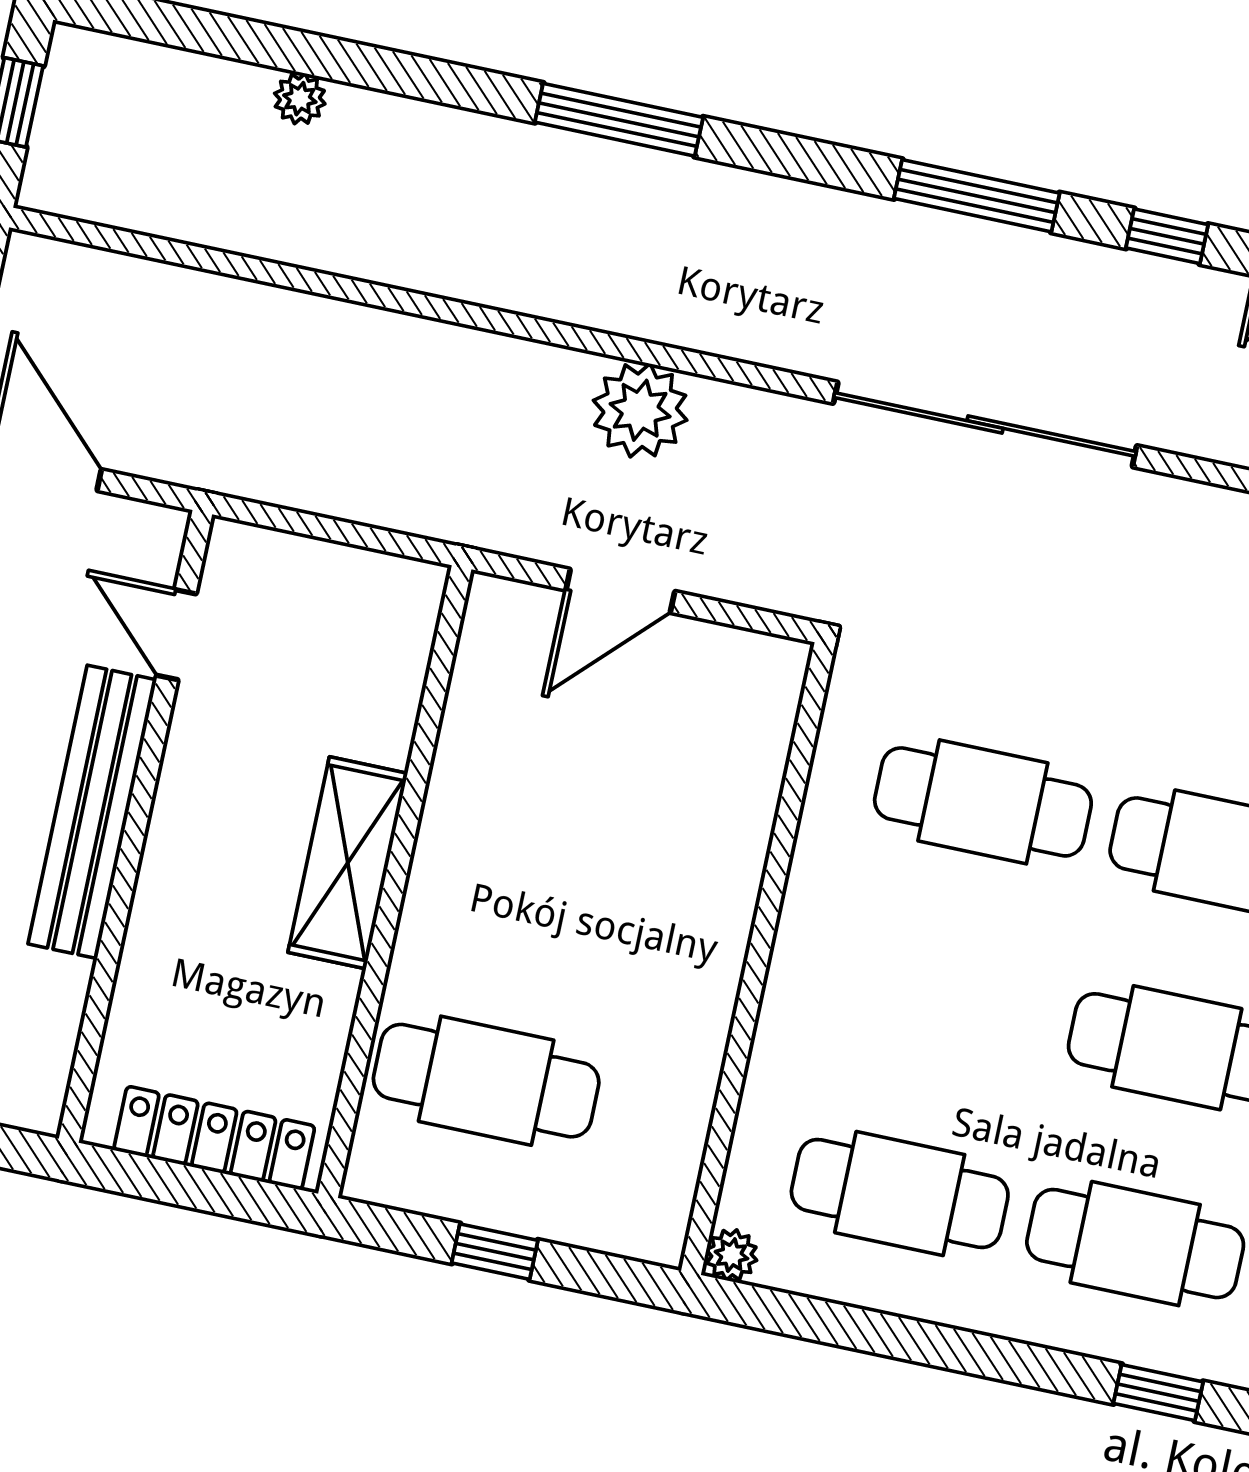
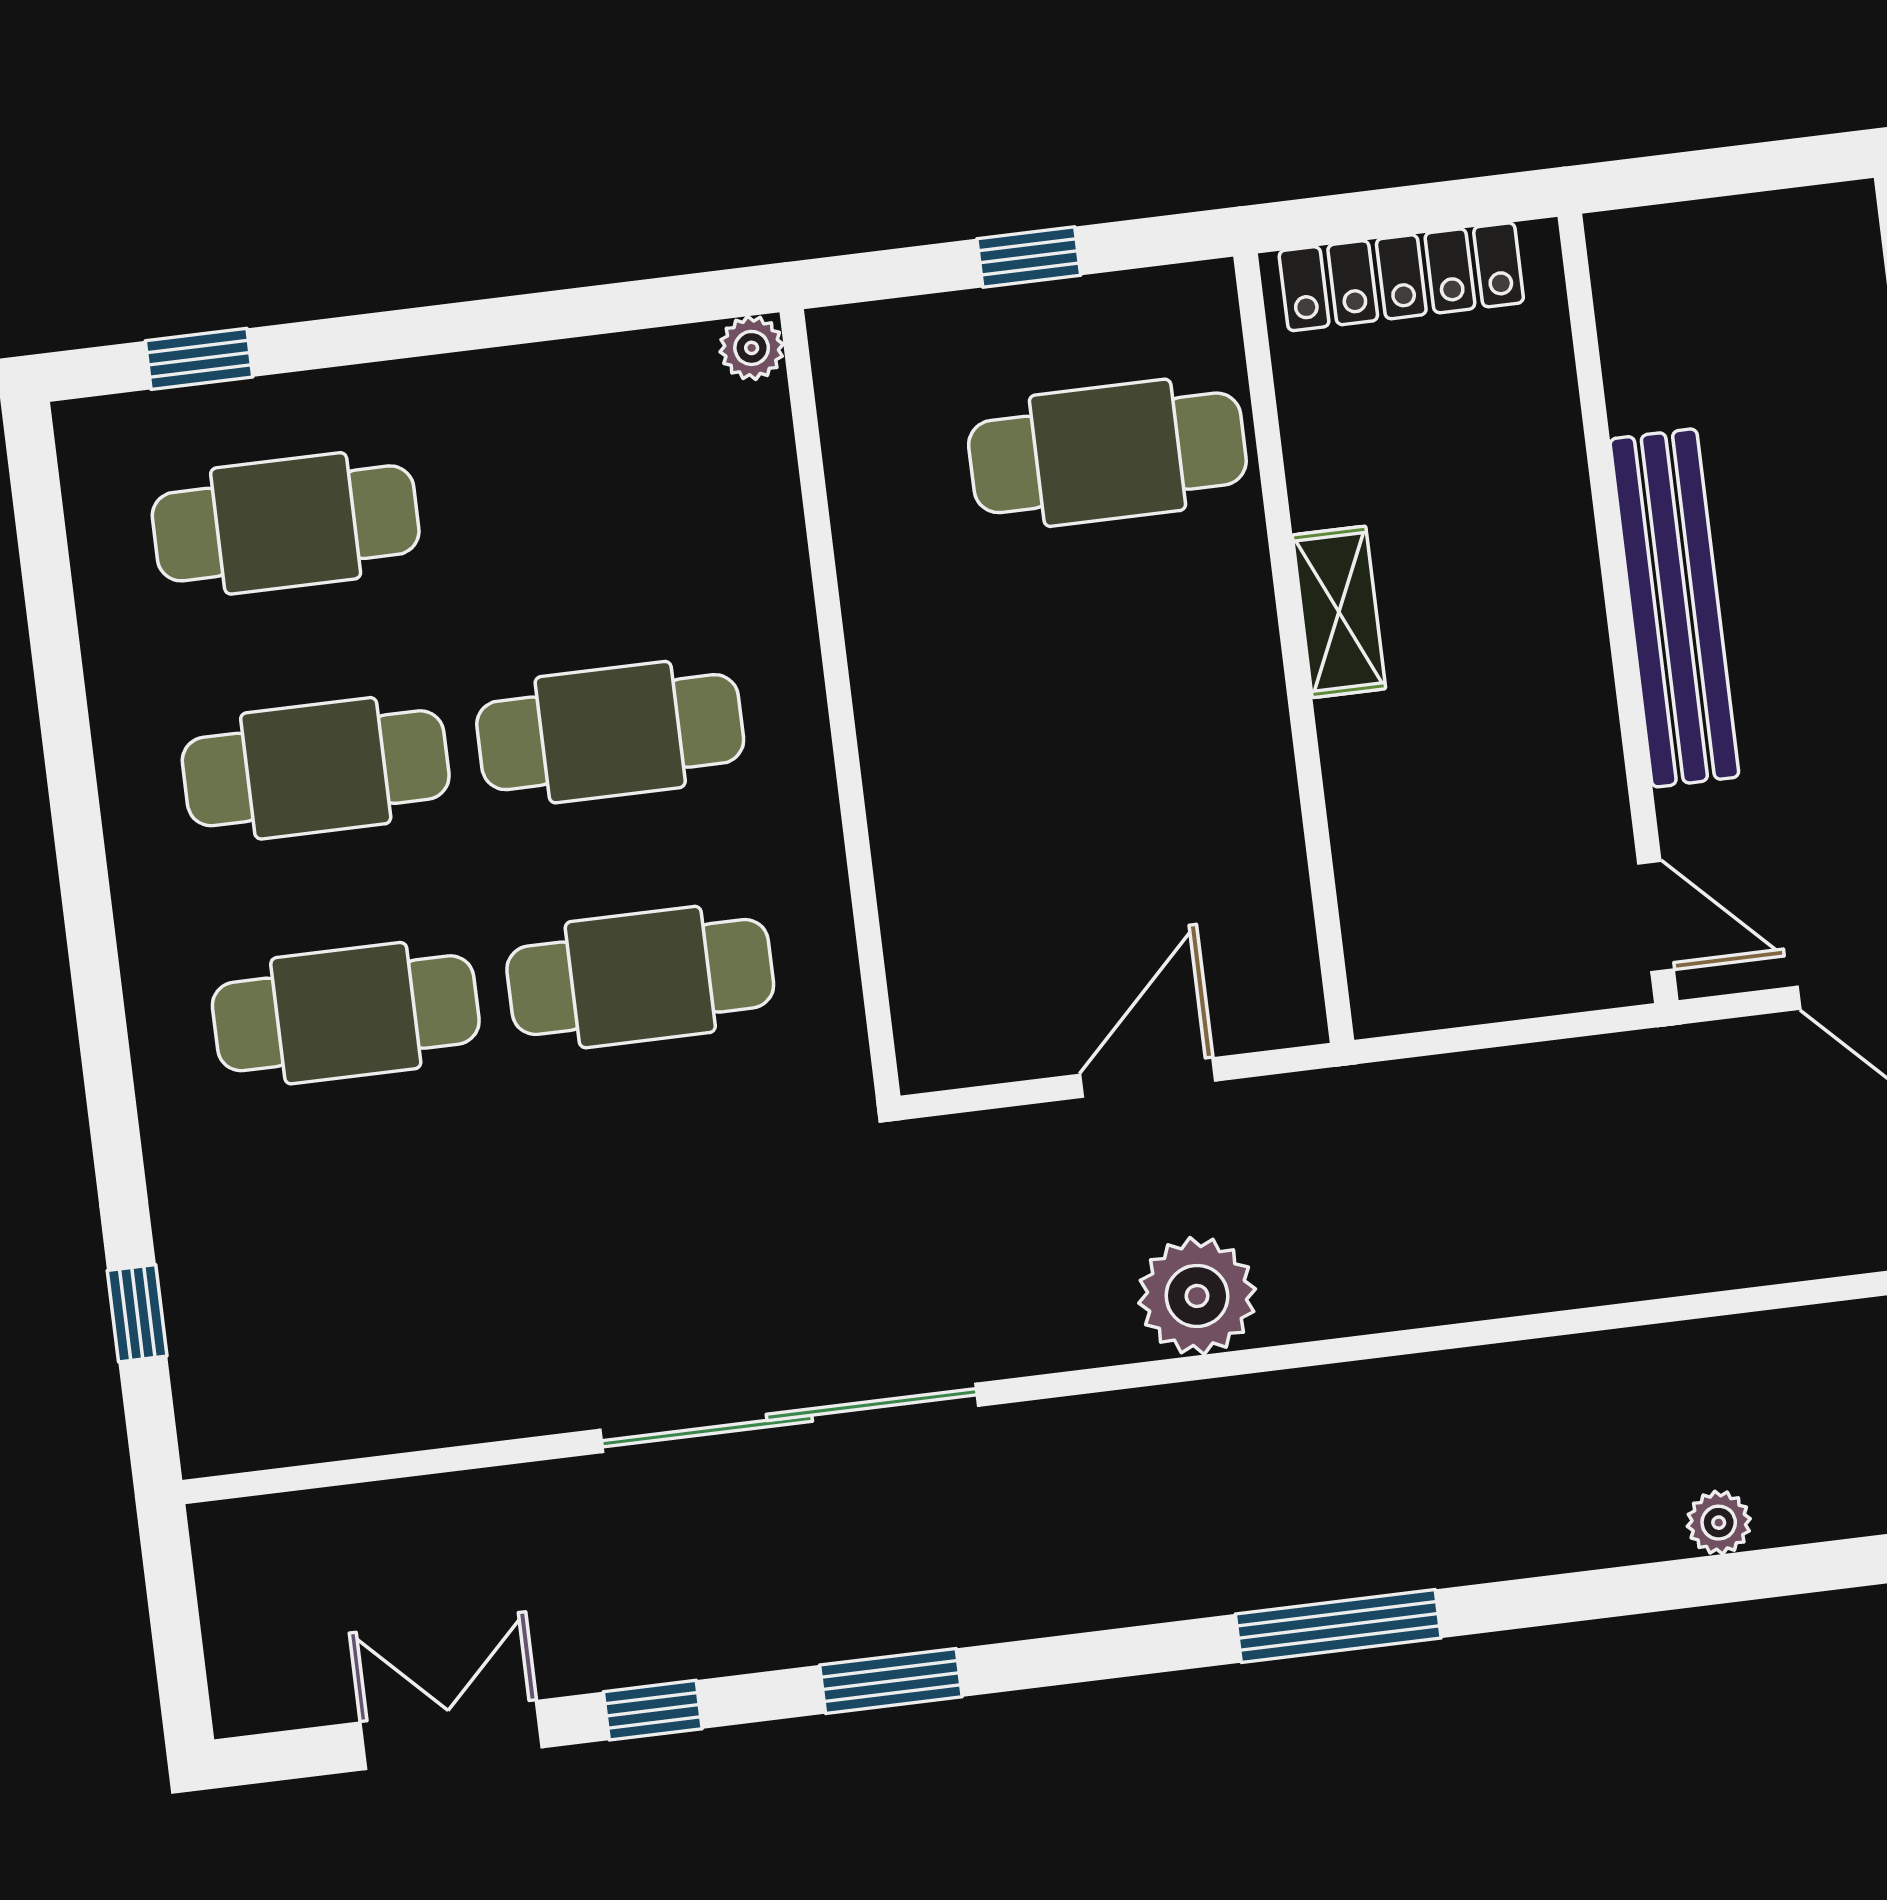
window: (977, 196) -> (891, 1681), width x0.69
door: (176, 635) -> (1656, 916), moved
shelving: (348, 863) -> (1339, 612), width x0.67, depth x0.75
cafe table: (900, 1194) -> (610, 732), moved

